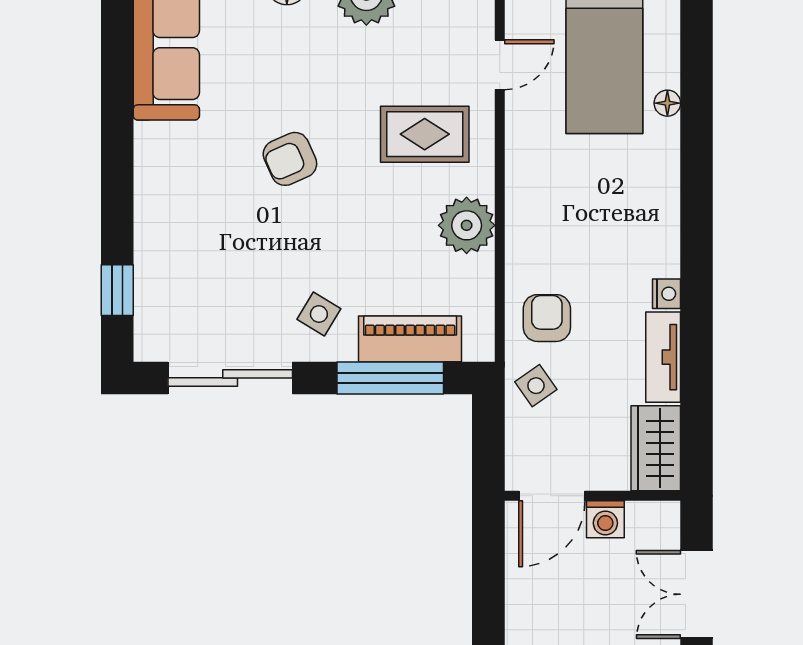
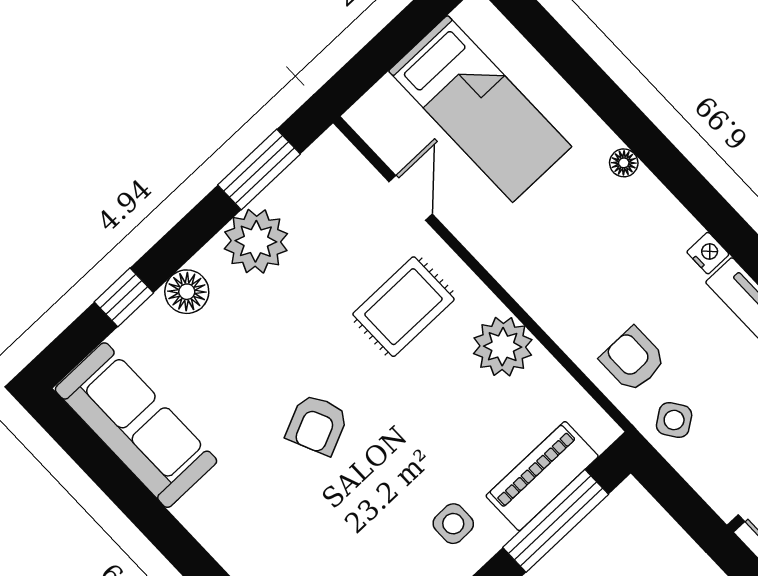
floor lamp: (667, 103) -> (624, 163), moved
side table: (319, 314) -> (453, 524), turned -31

